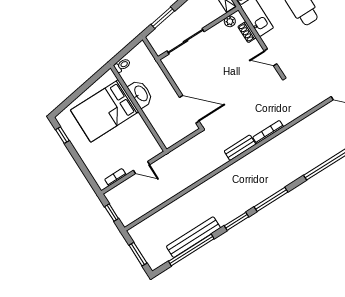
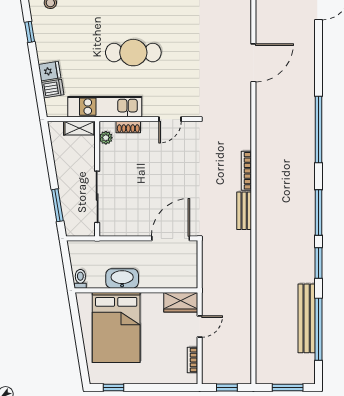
wardrobe: (150, 144) -> (181, 302), added

